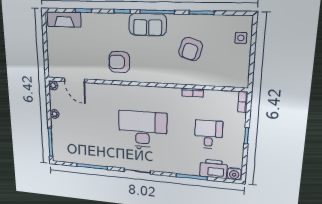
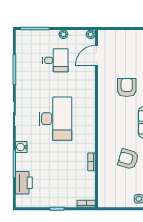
armchair: (119, 62) -> (127, 88), moved
desk: (208, 134) -> (55, 60), moved
water cooler: (234, 174) -> (21, 147), moved

